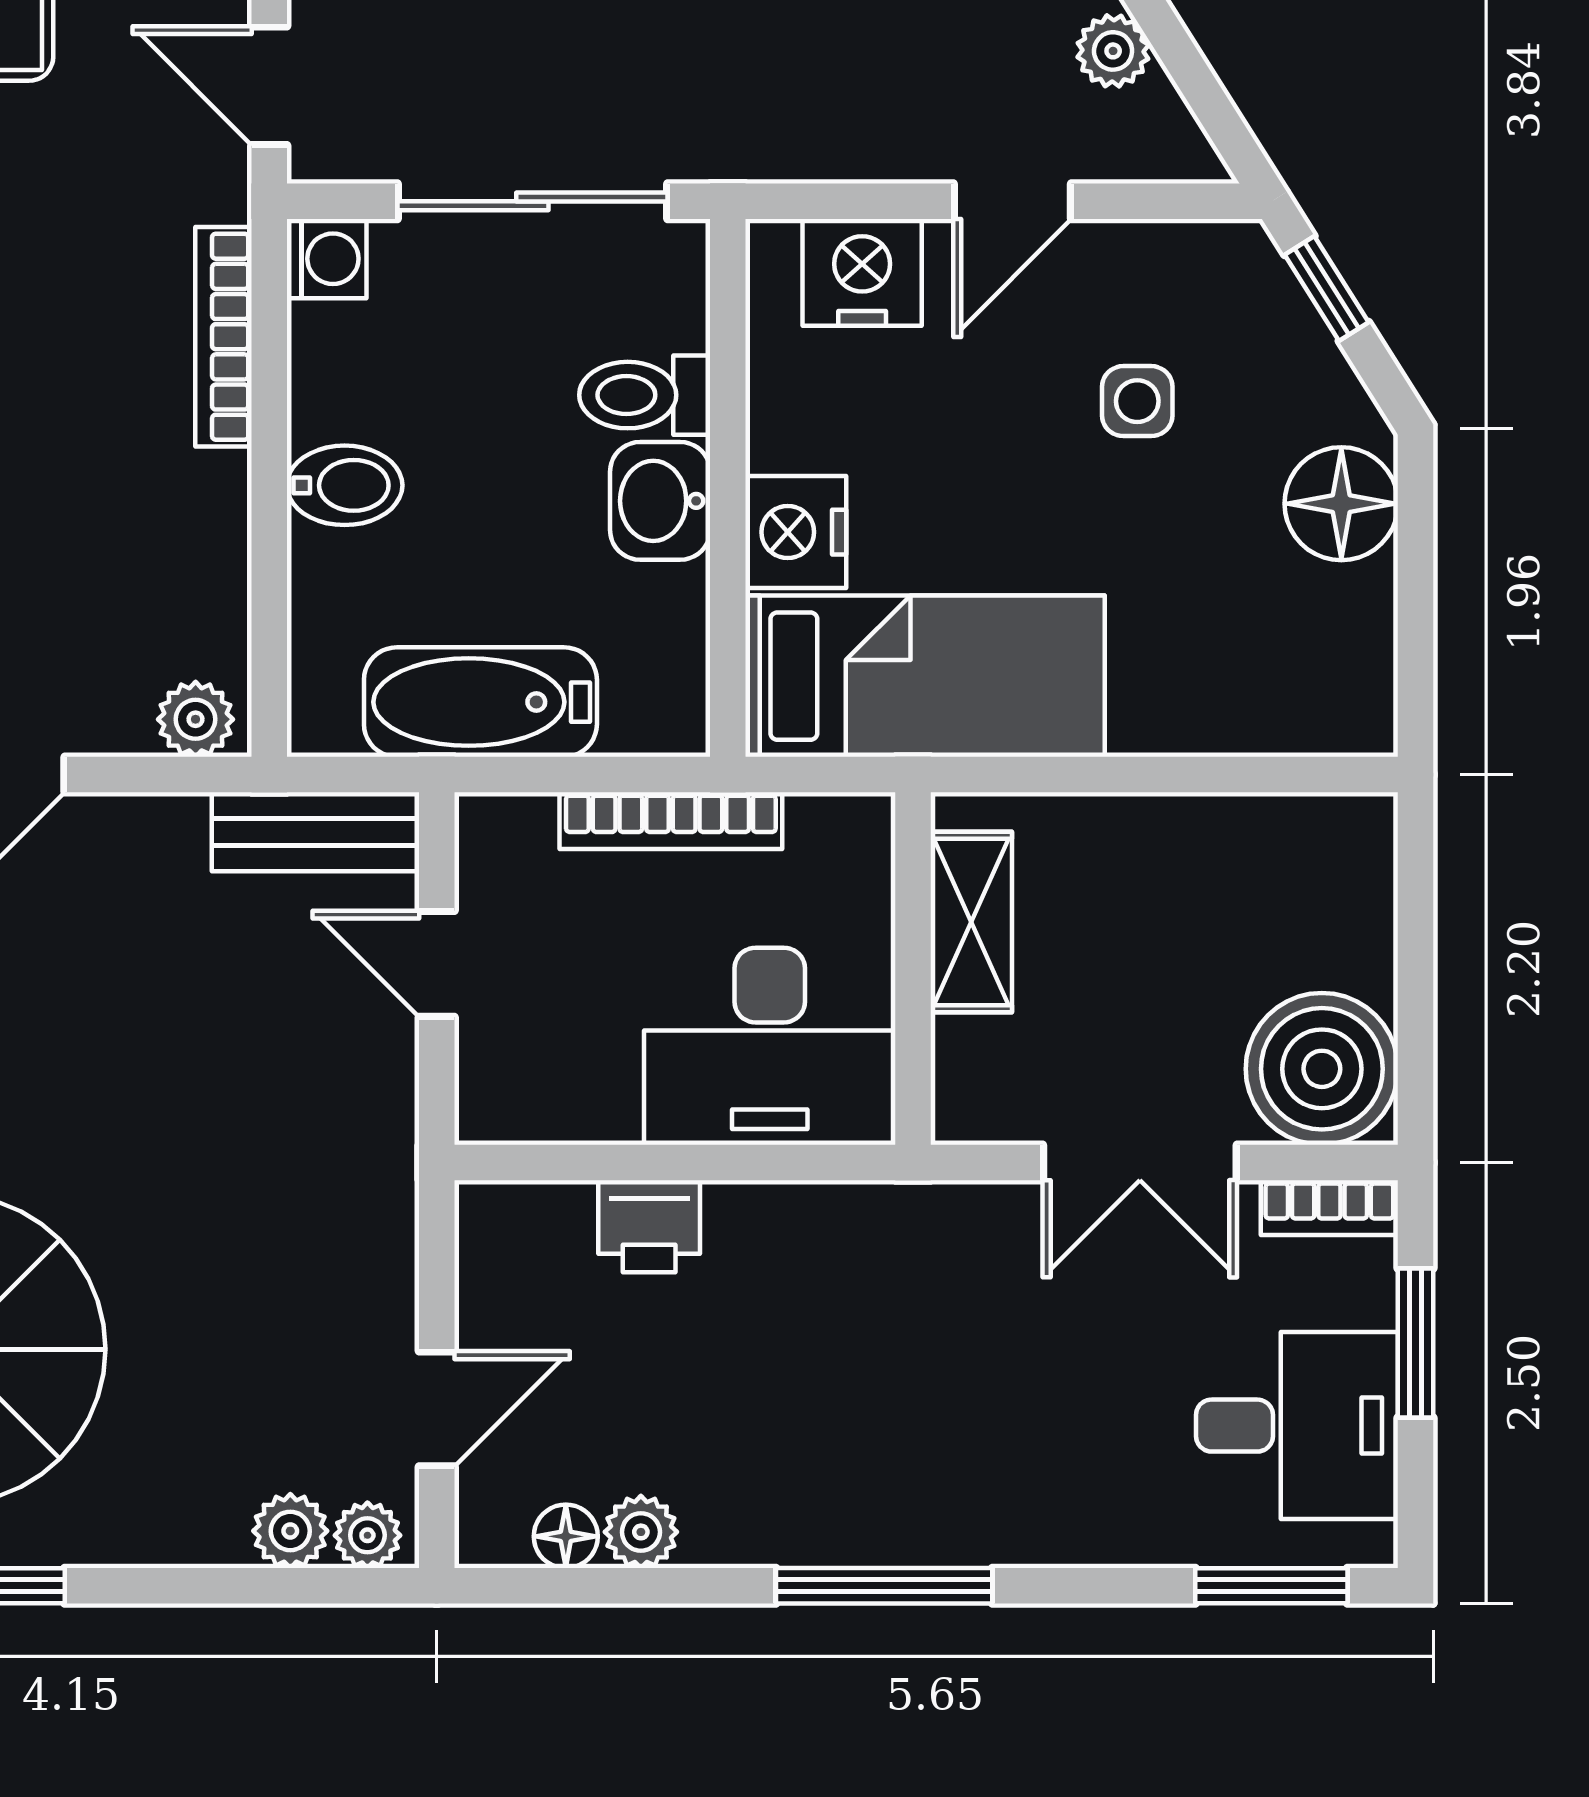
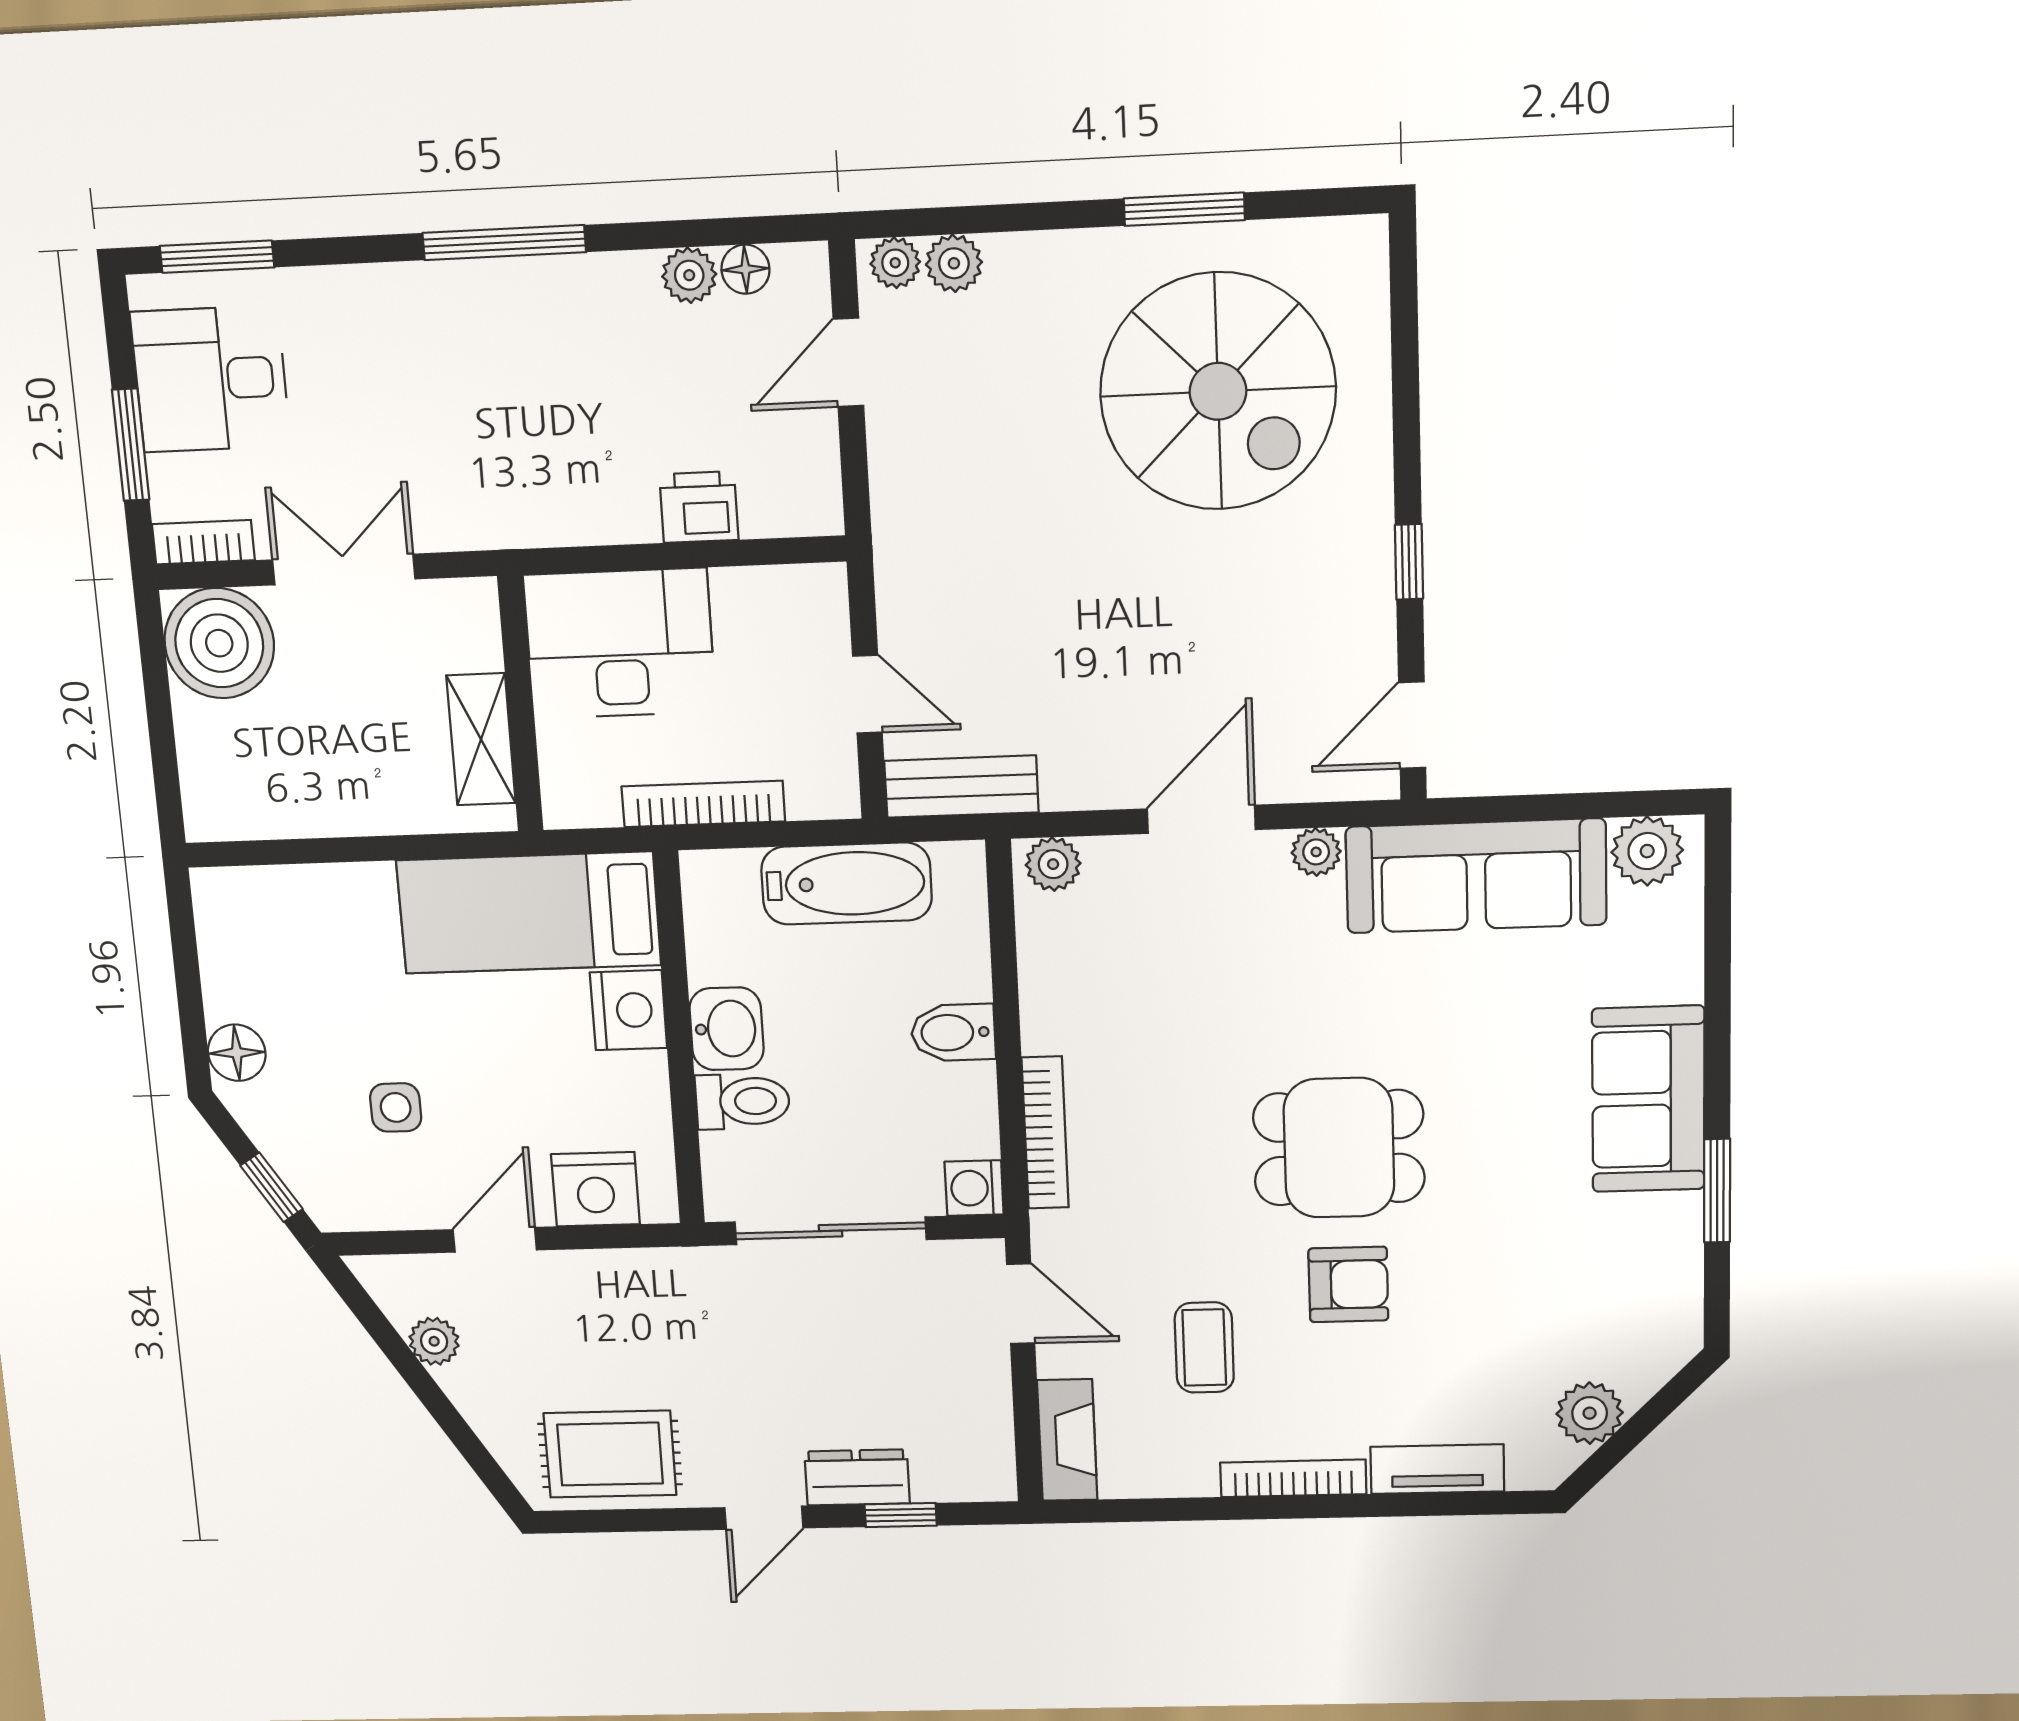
floor lamp: (1341, 504) -> (237, 1053), width x0.73, depth x0.73

